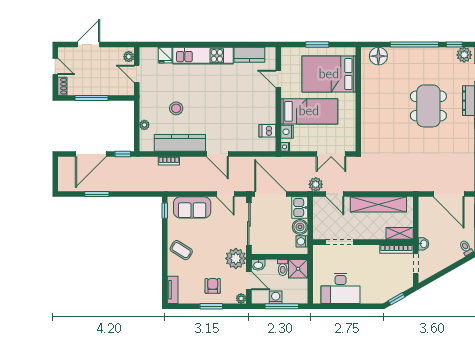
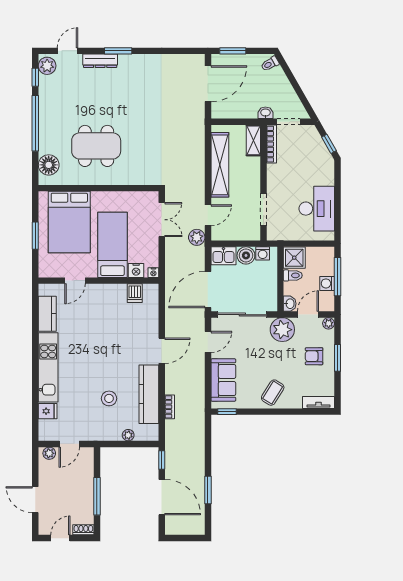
dining table: (428, 106) -> (96, 146), moved

